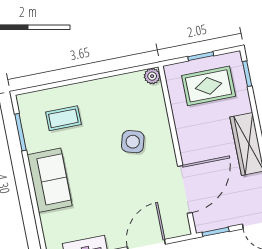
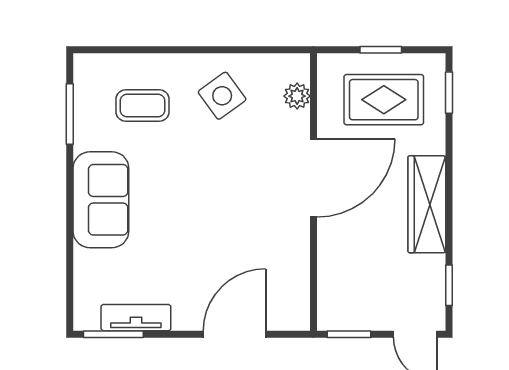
plant: (152, 76) -> (297, 96), moved
side table: (133, 142) -> (222, 96), moved, turned 38
door: (185, 189) -> (314, 178), moved

